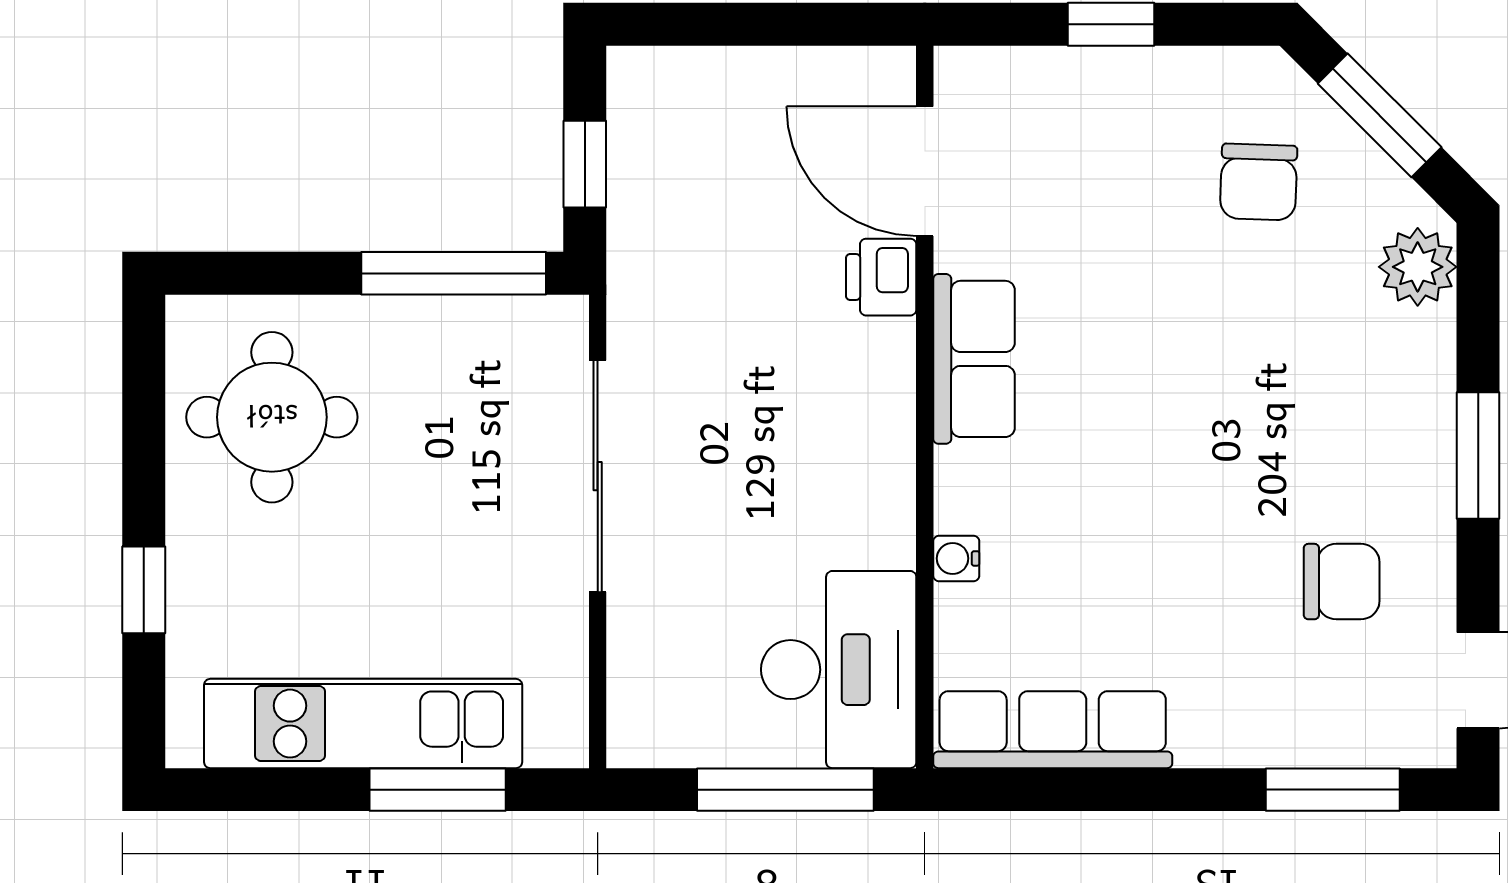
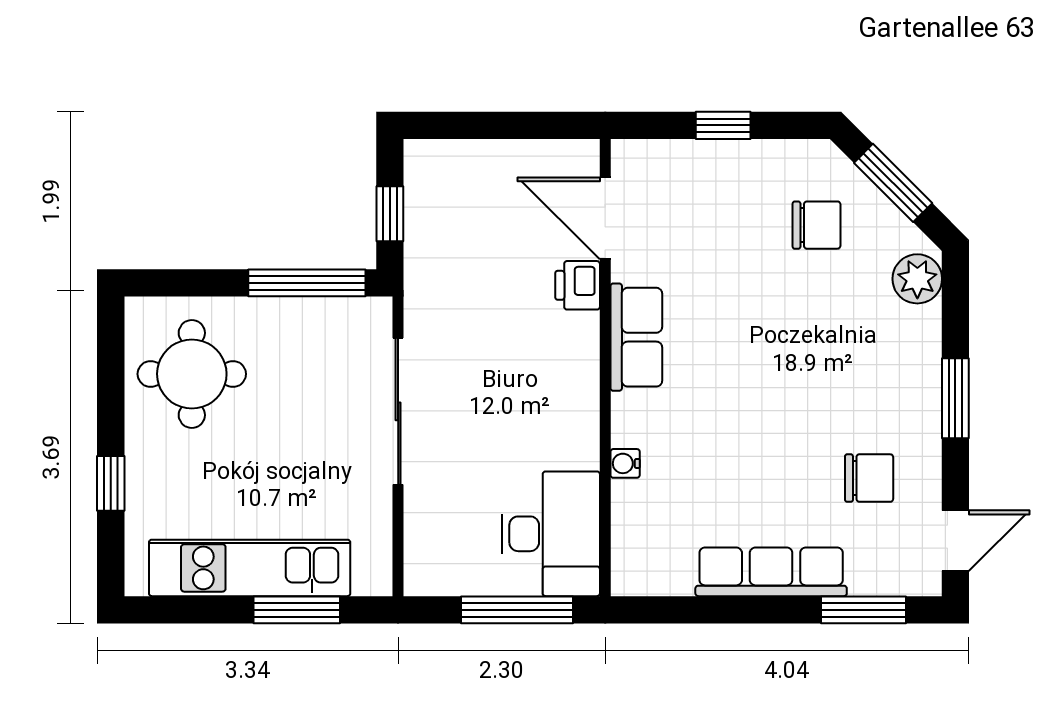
chair: (1259, 182) -> (816, 225), turned -92
row of seats: (1053, 730) -> (771, 572), moved

